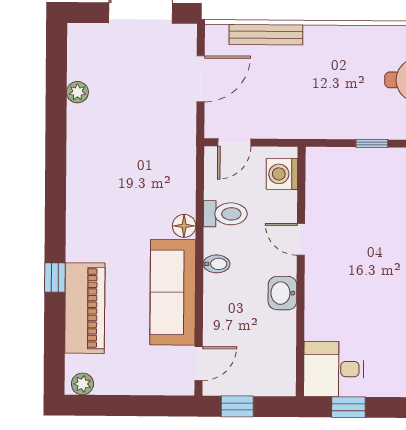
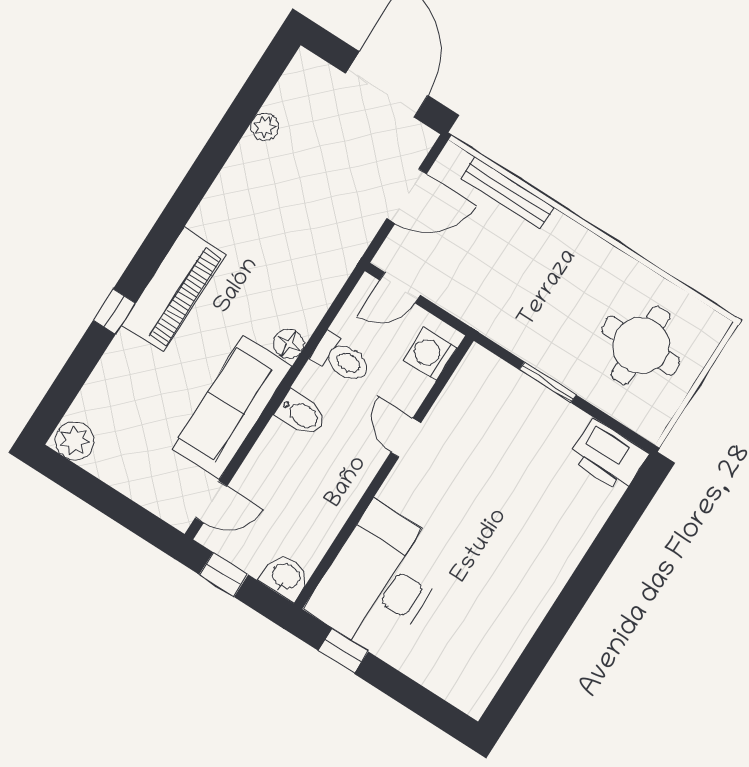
window: (372, 143) -> (548, 382), width x1.50
bidet: (217, 264) -> (301, 414), width x1.38, depth x1.36
washbasin: (282, 293) -> (285, 577), moved, turned 90
piano: (85, 308) -> (174, 289), moved
desk: (334, 369) -> (379, 580), width x1.87, depth x1.30
plant: (82, 384) -> (75, 441), width x1.38, depth x1.38

